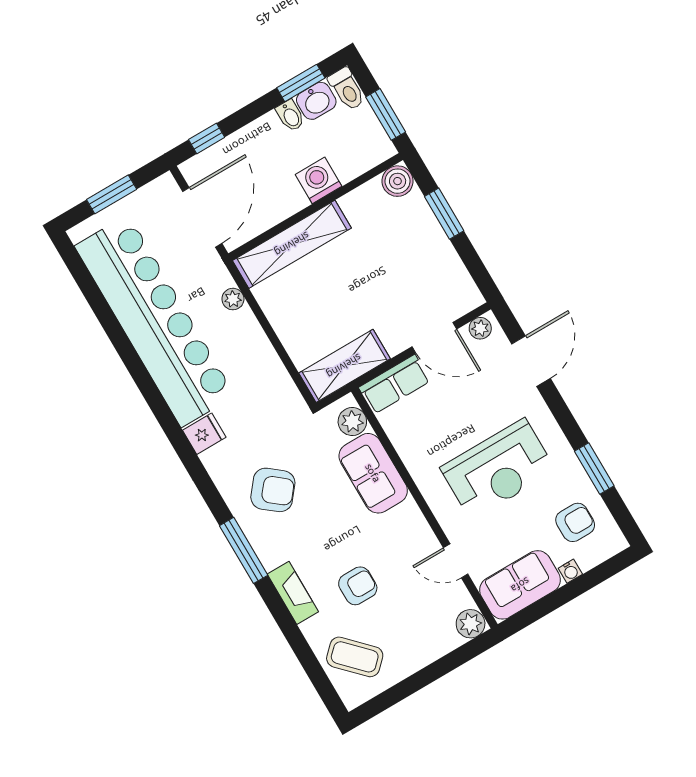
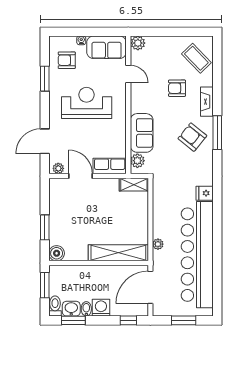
washing machine: (318, 180) -> (101, 308), moved, turned 180
shelving: (344, 366) -> (134, 185), width x0.67, depth x0.75
armchair: (273, 490) -> (192, 137), moved

